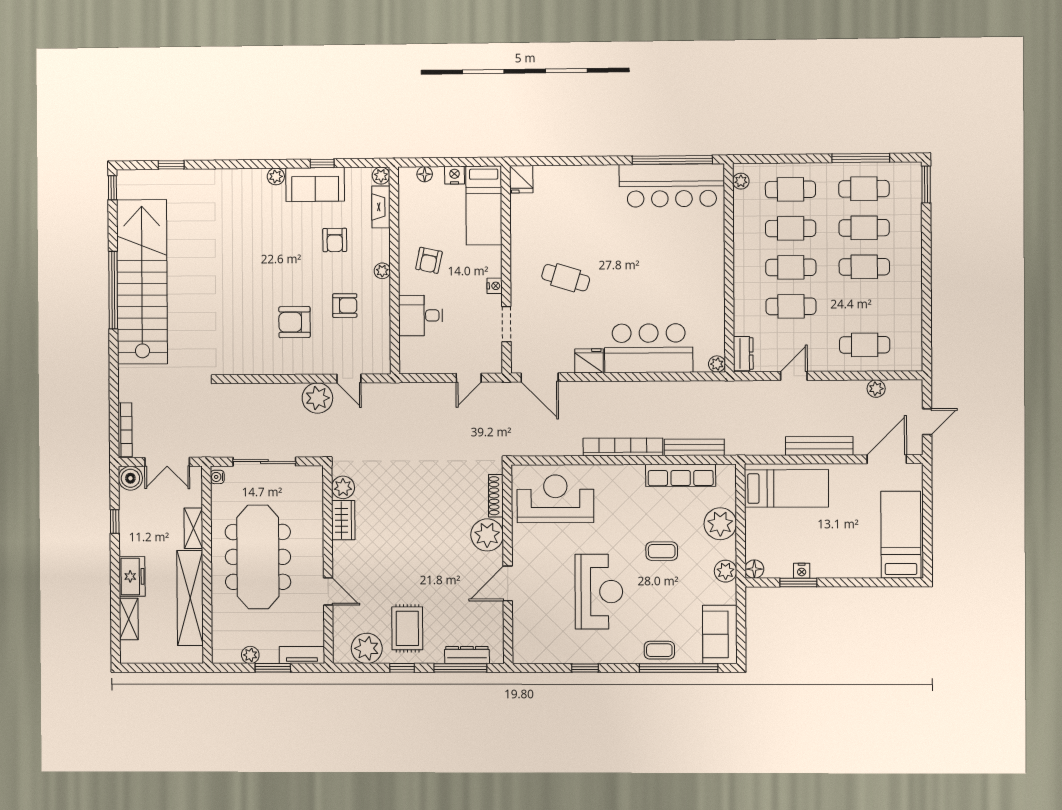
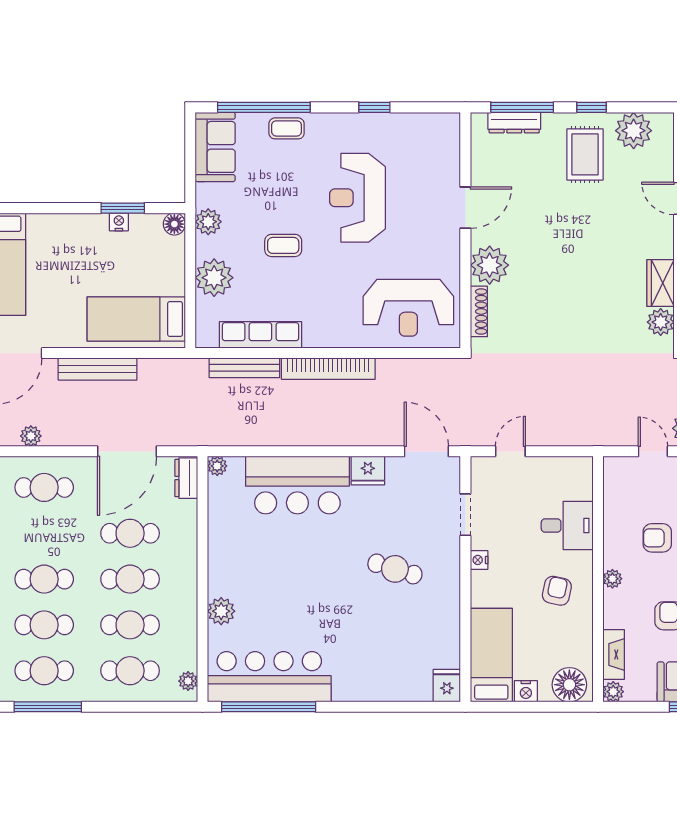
floor lamp: (425, 174) -> (569, 685), width x1.89, depth x1.89
plant: (713, 241) -> (221, 611), added
door: (794, 376) -> (127, 451), width x1.88

